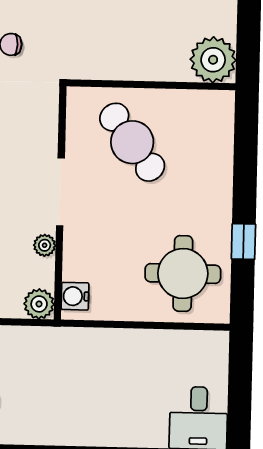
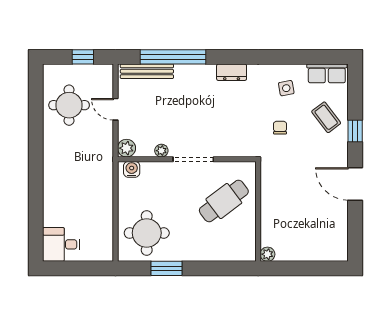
plant: (213, 60) -> (267, 254), width x0.53, depth x0.53
window: (243, 242) -> (167, 268), width x1.50

